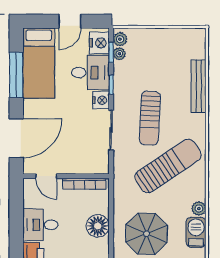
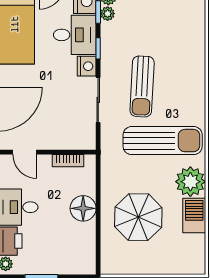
bench: (199, 86) -> (197, 50), removed
sun lounger: (168, 166) -> (163, 141), turned 34
bookcase: (84, 184) -> (68, 161), width x0.64
plant: (199, 209) -> (190, 182), width x1.88, depth x1.88

